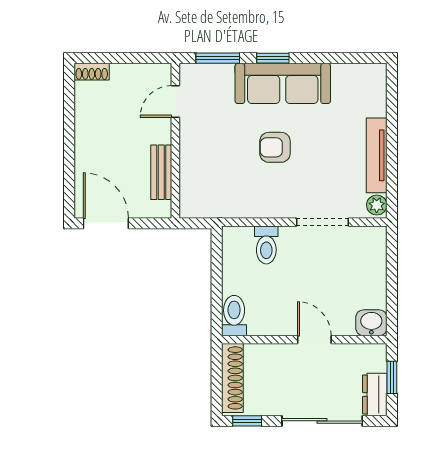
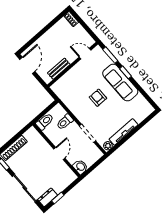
toilet: (234, 316) -> (45, 122), moved
washbasin: (371, 323) -> (80, 167), moved
wall: (304, 340) -> (57, 150), moved
door: (314, 340) -> (59, 154), moved

